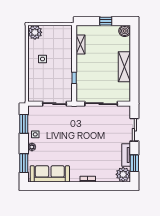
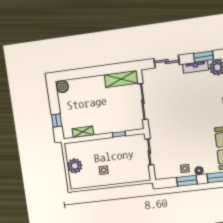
window: (106, 21) -> (57, 120), moved
plant: (35, 32) -> (75, 166), moved
shelving: (124, 67) -> (121, 79), moved
window: (24, 124) -> (187, 181), moved

